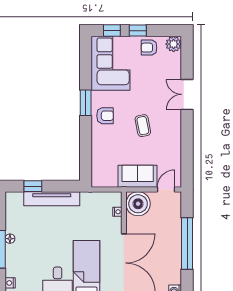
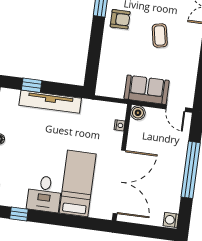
door: (166, 190) -> (176, 108), swing flipped
boiler: (138, 204) -> (138, 113), width x0.54, depth x0.54

